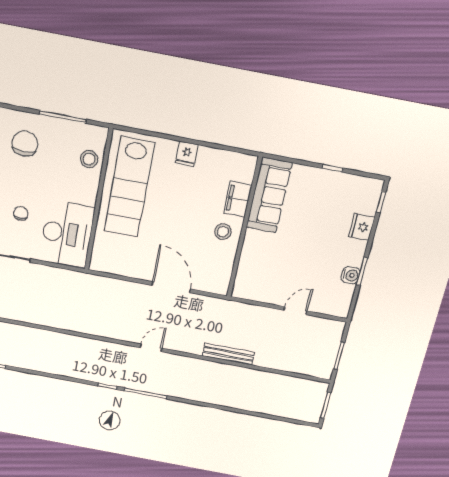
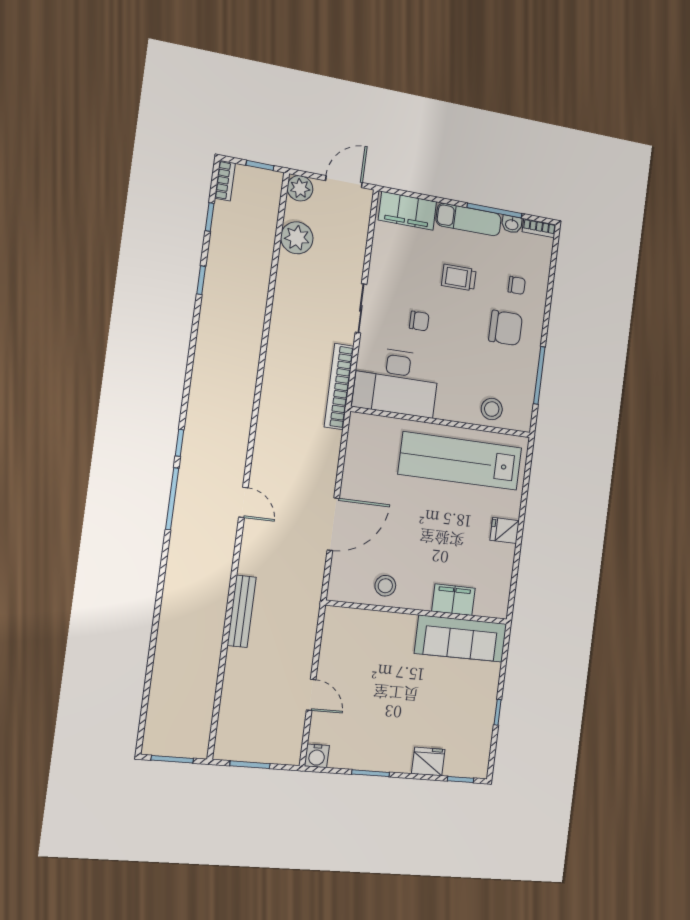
stool: (223, 232) -> (385, 586), moved
water cooler: (351, 275) -> (317, 756), moved
bookcase: (70, 277) -> (339, 387), added

